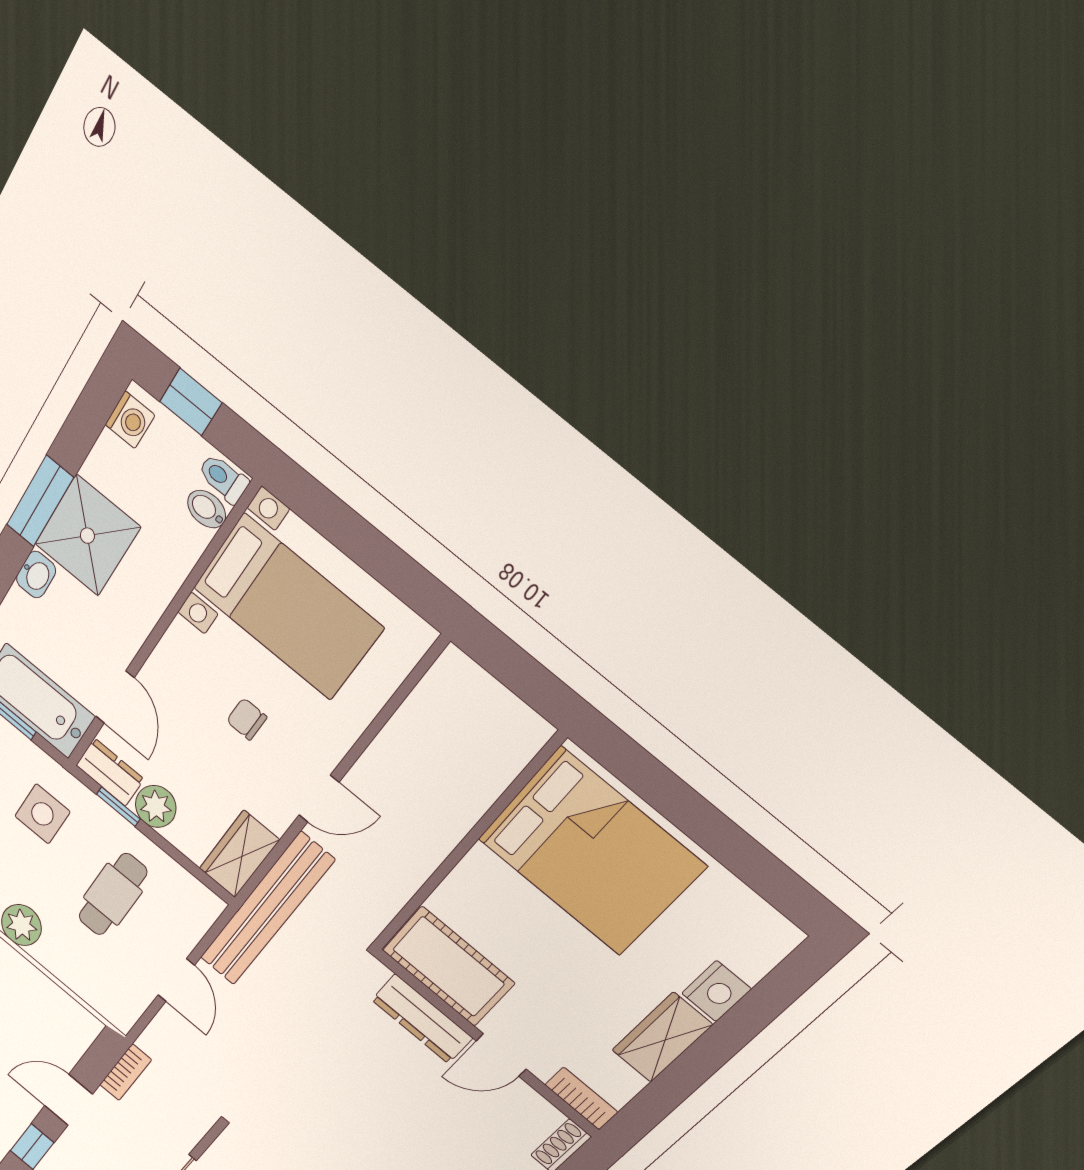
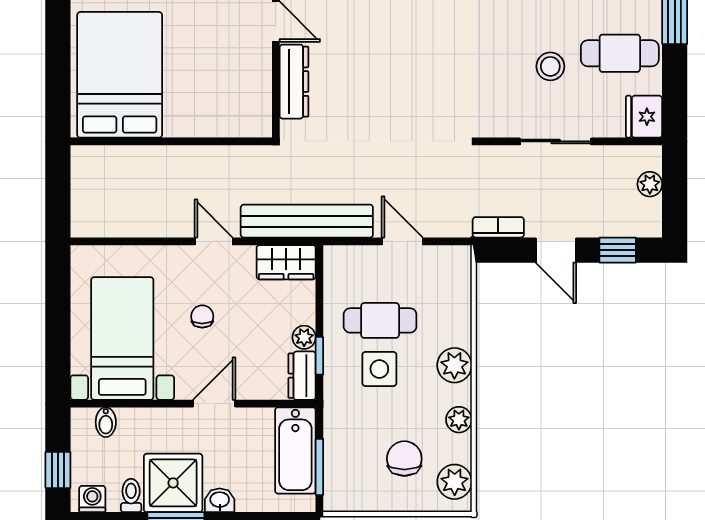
toilet: (223, 478) -> (131, 495), moved, turned 180
door: (115, 697) -> (214, 404), moved
chair: (247, 719) -> (202, 316), turned 180
plant: (156, 806) -> (304, 337), width x0.73, depth x0.73
side table: (42, 814) -> (379, 369), moved
cot: (448, 967) -> (249, 93), removed
door: (176, 980) -> (402, 241), hinge flipped

